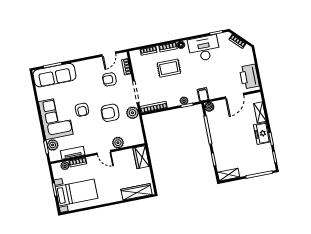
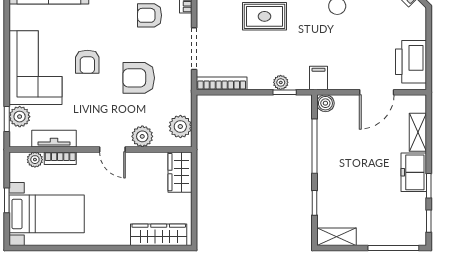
plant: (132, 113) -> (180, 126), moved

